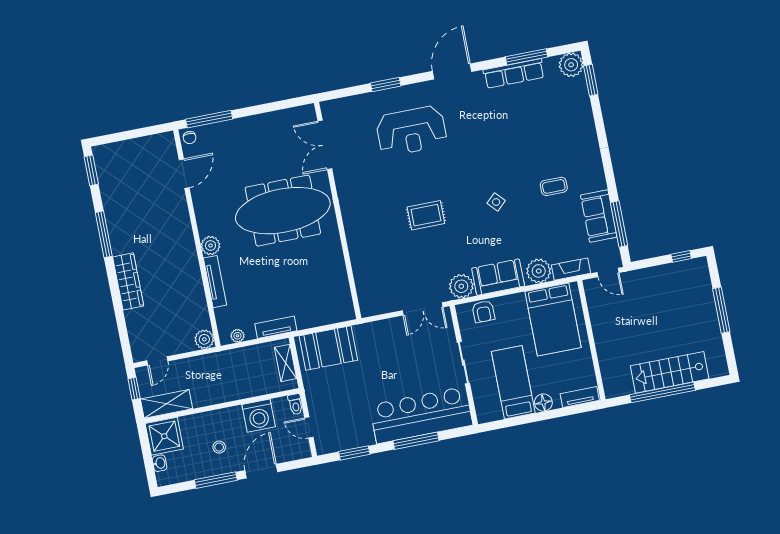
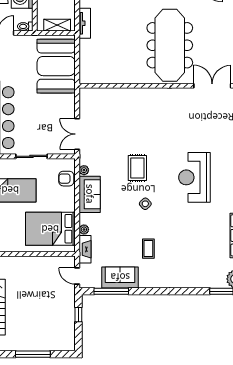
reception desk: (411, 131) -> (194, 177), moved
rug: (426, 215) -> (137, 168), moved
window: (681, 256) -> (78, 315), moved
plant: (539, 271) -> (84, 229), width x0.53, depth x0.53
door: (608, 272) -> (77, 276), hinge flipped
plant: (461, 286) -> (84, 170), width x0.53, depth x0.53
booth: (328, 348) -> (56, 66), width x1.36, depth x1.42

